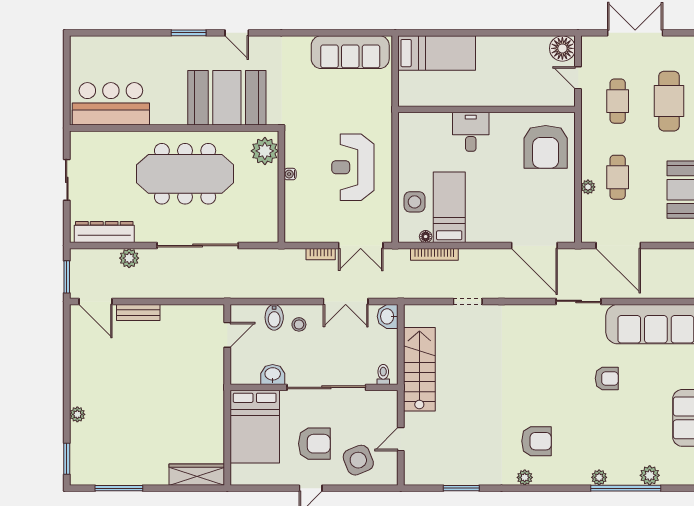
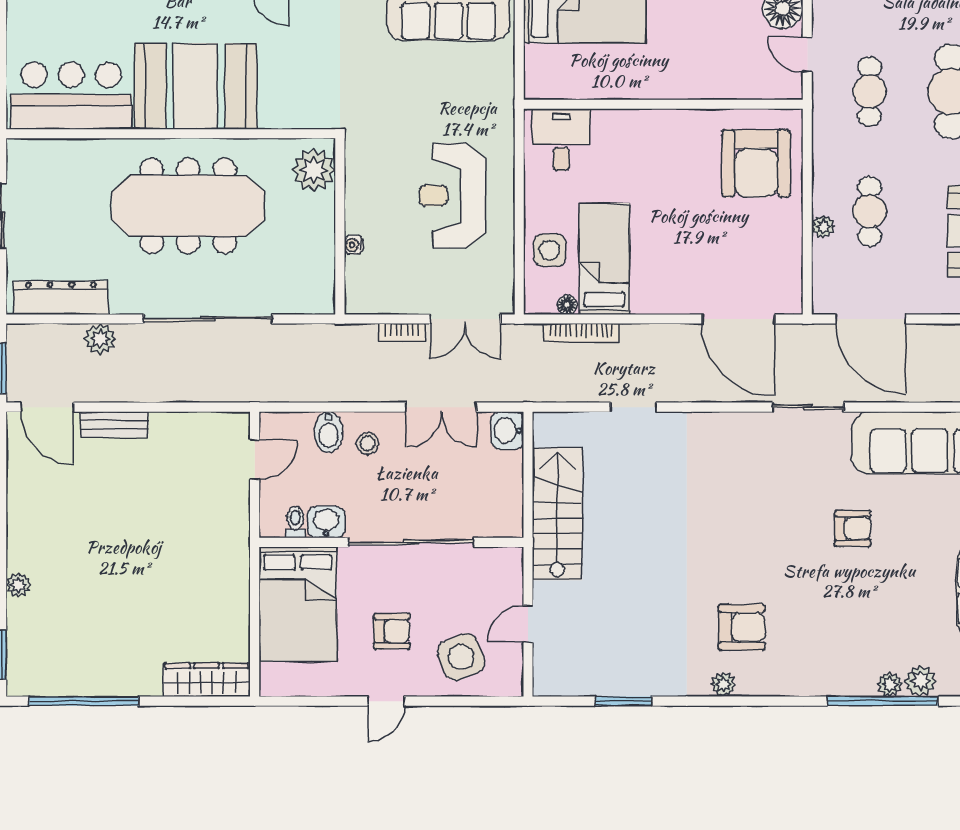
booth: (227, 98) -> (196, 86), moved
desk: (471, 132) -> (561, 140), moved
water cooler: (290, 174) -> (354, 245), moved
toilet: (383, 374) -> (295, 522), moved
armchair: (314, 444) -> (392, 631), width x0.72, depth x0.72
plant: (599, 477) -> (890, 684), moved
window: (119, 488) -> (84, 701), width x1.46

